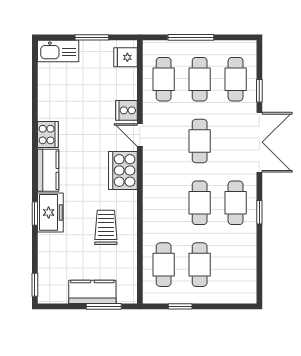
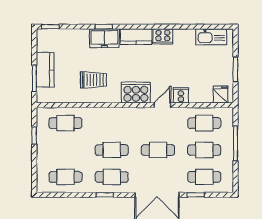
kitchen sink: (58, 51) -> (211, 37), moved, turned -90
cafe table: (200, 265) -> (65, 177), moved

